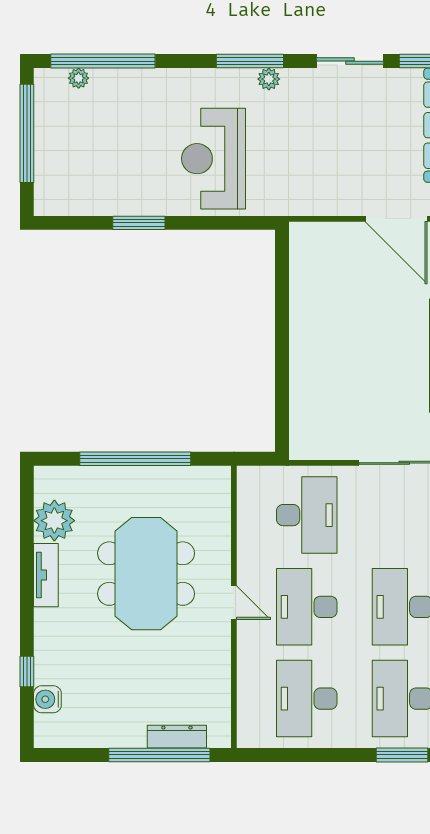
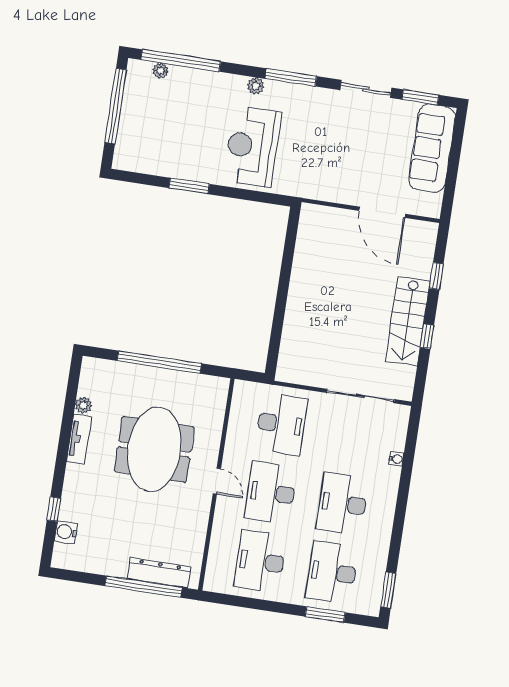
plant: (269, 79) -> (256, 86), moved
plant: (54, 521) -> (83, 405), width x0.53, depth x0.53
dresser: (177, 737) -> (159, 573), width x1.37, depth x1.24

